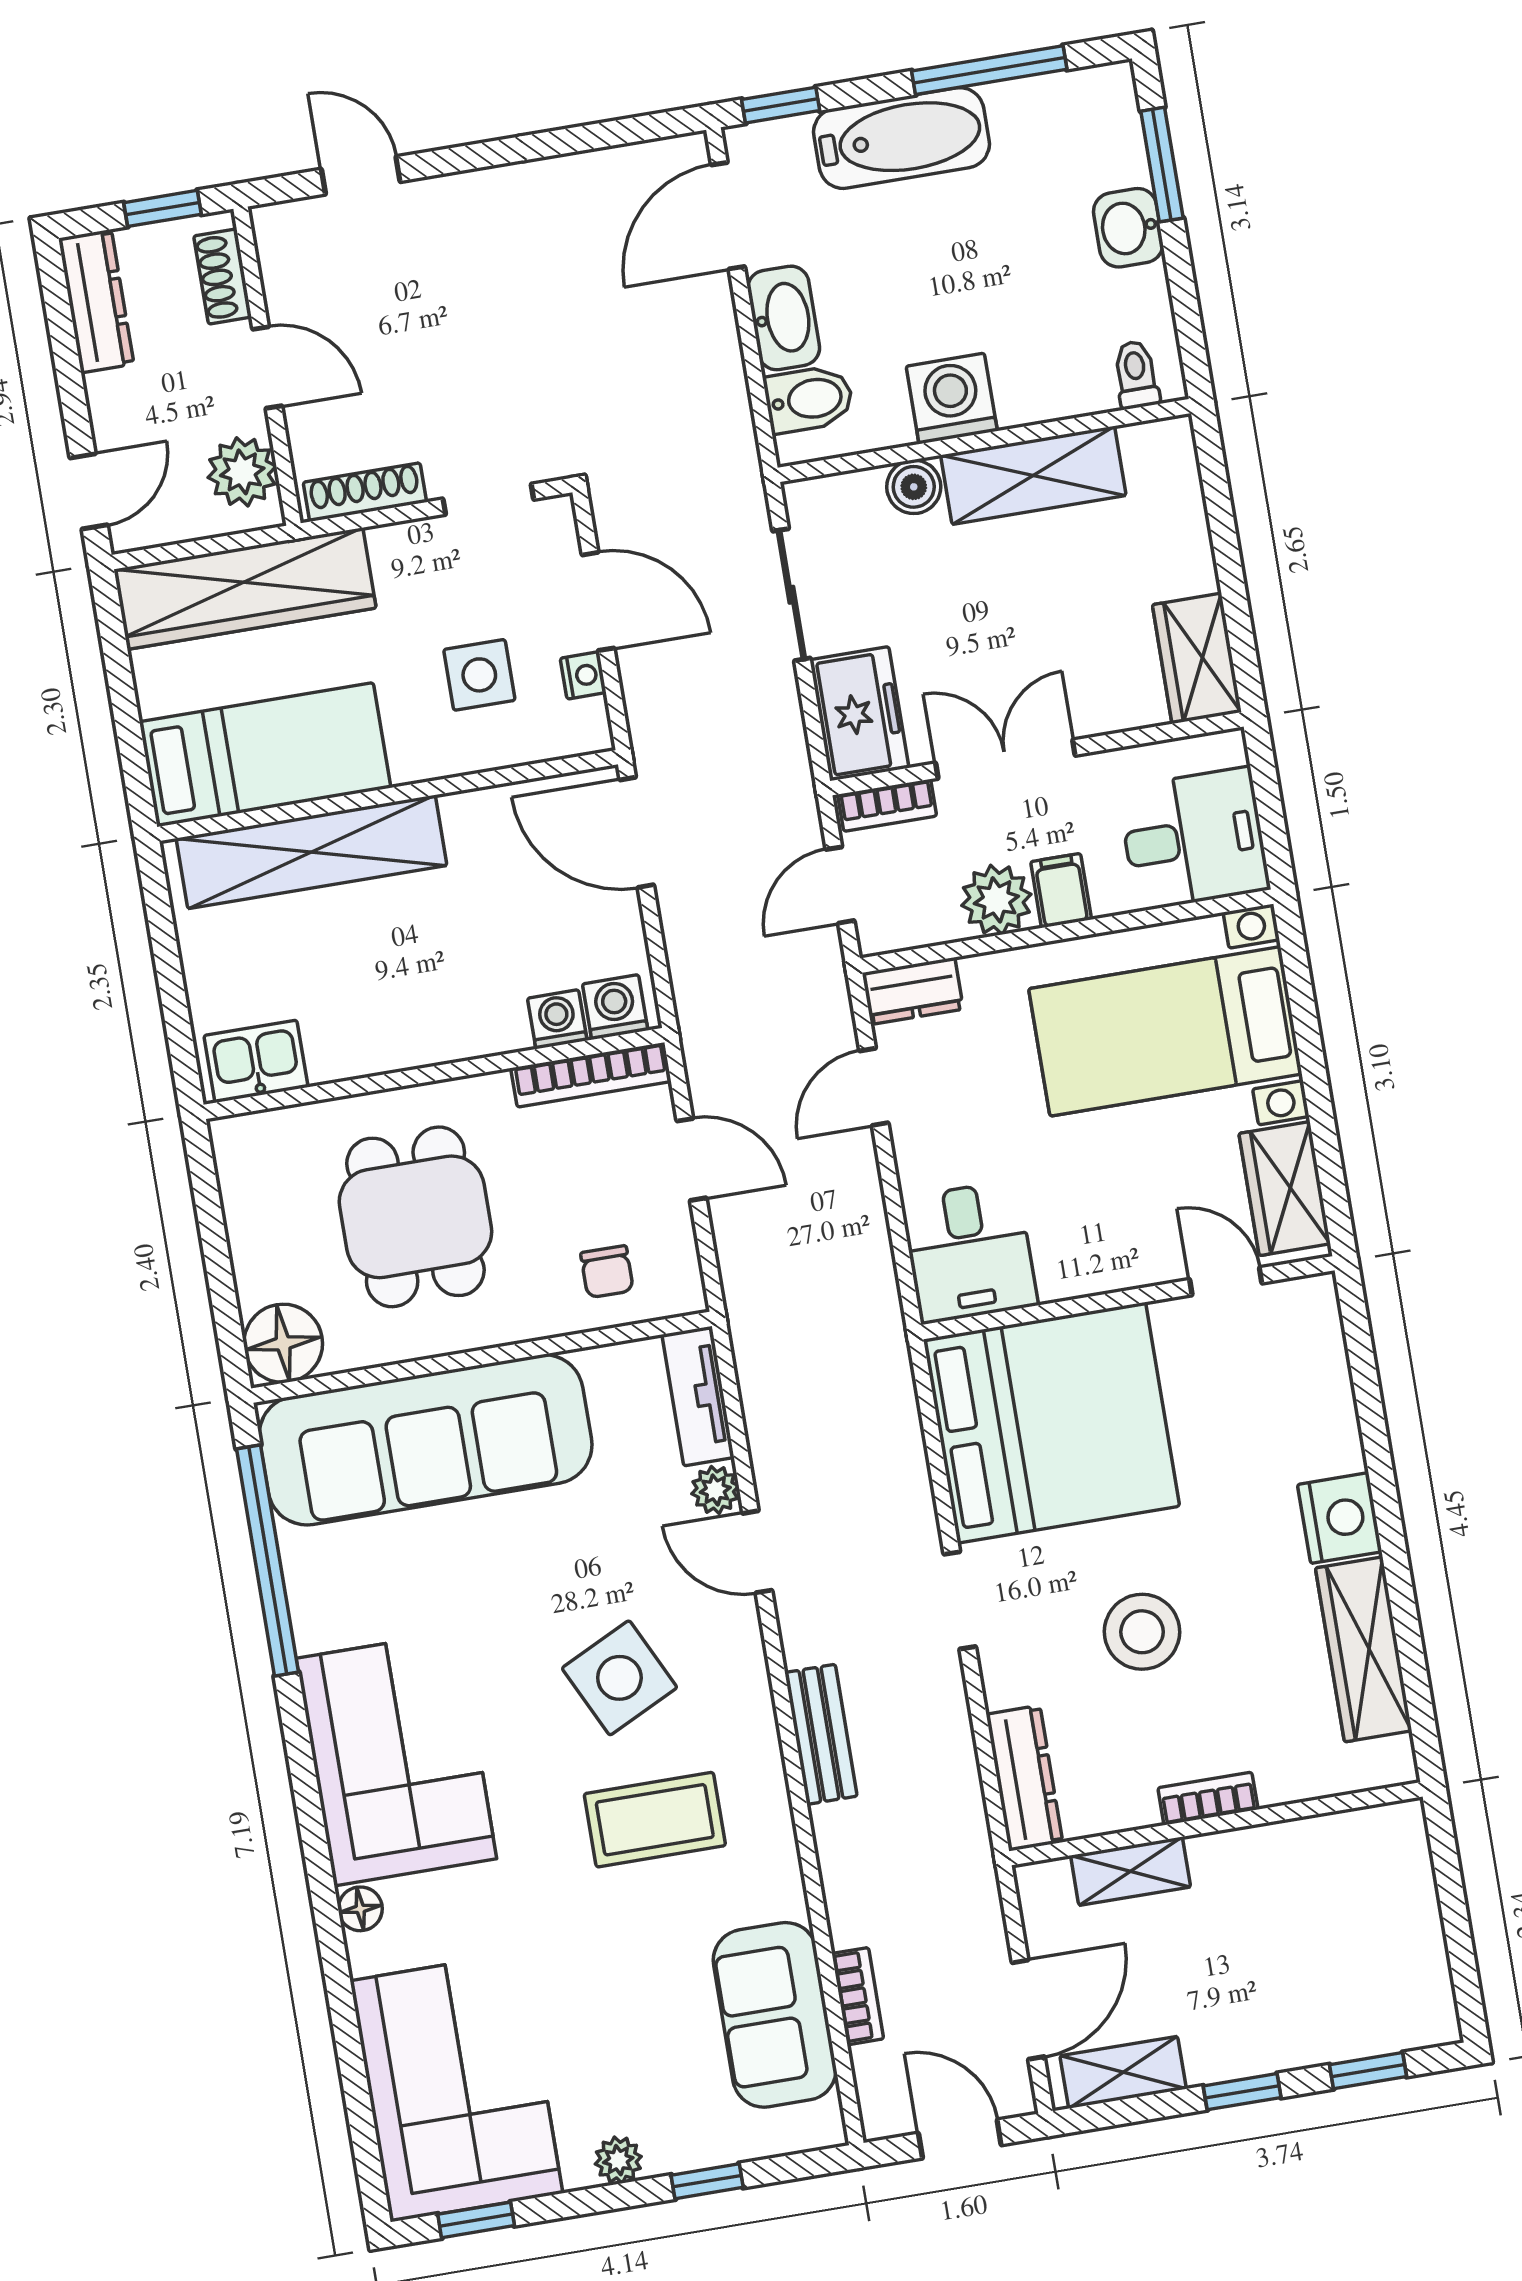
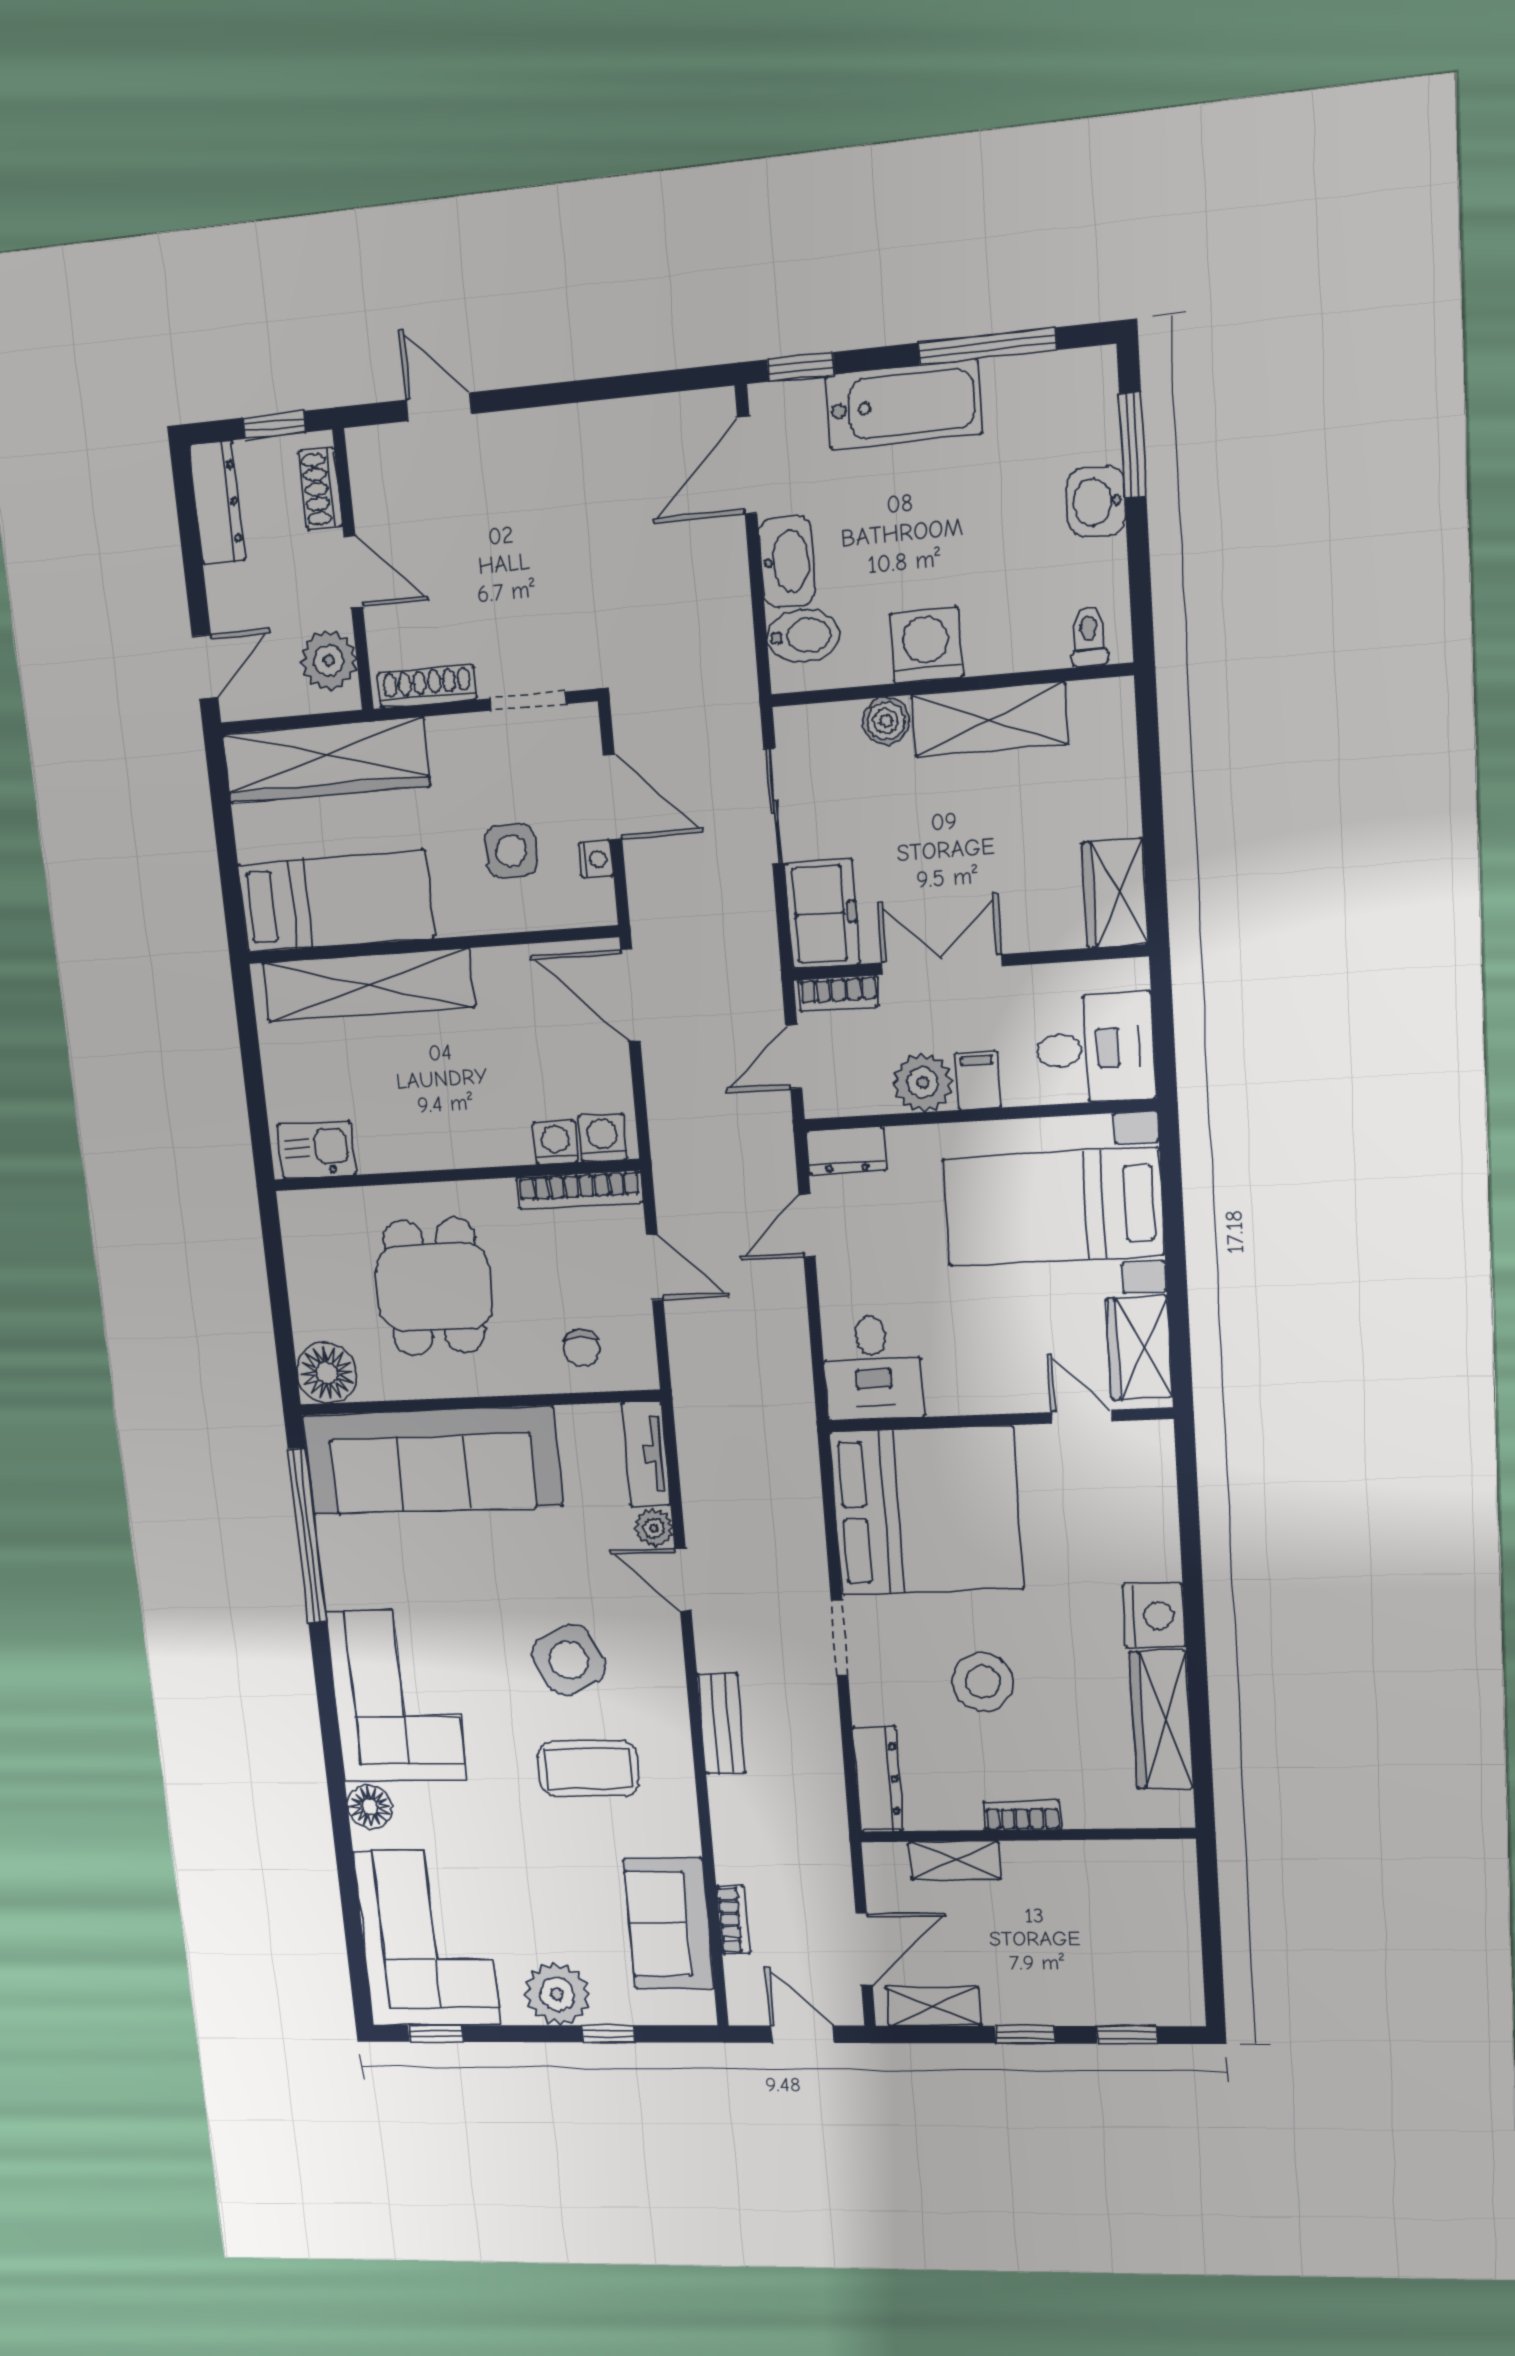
floor lamp: (360, 1909) -> (370, 1807), width x1.37, depth x1.37
plant: (618, 2160) -> (557, 1994), width x1.88, depth x1.88

